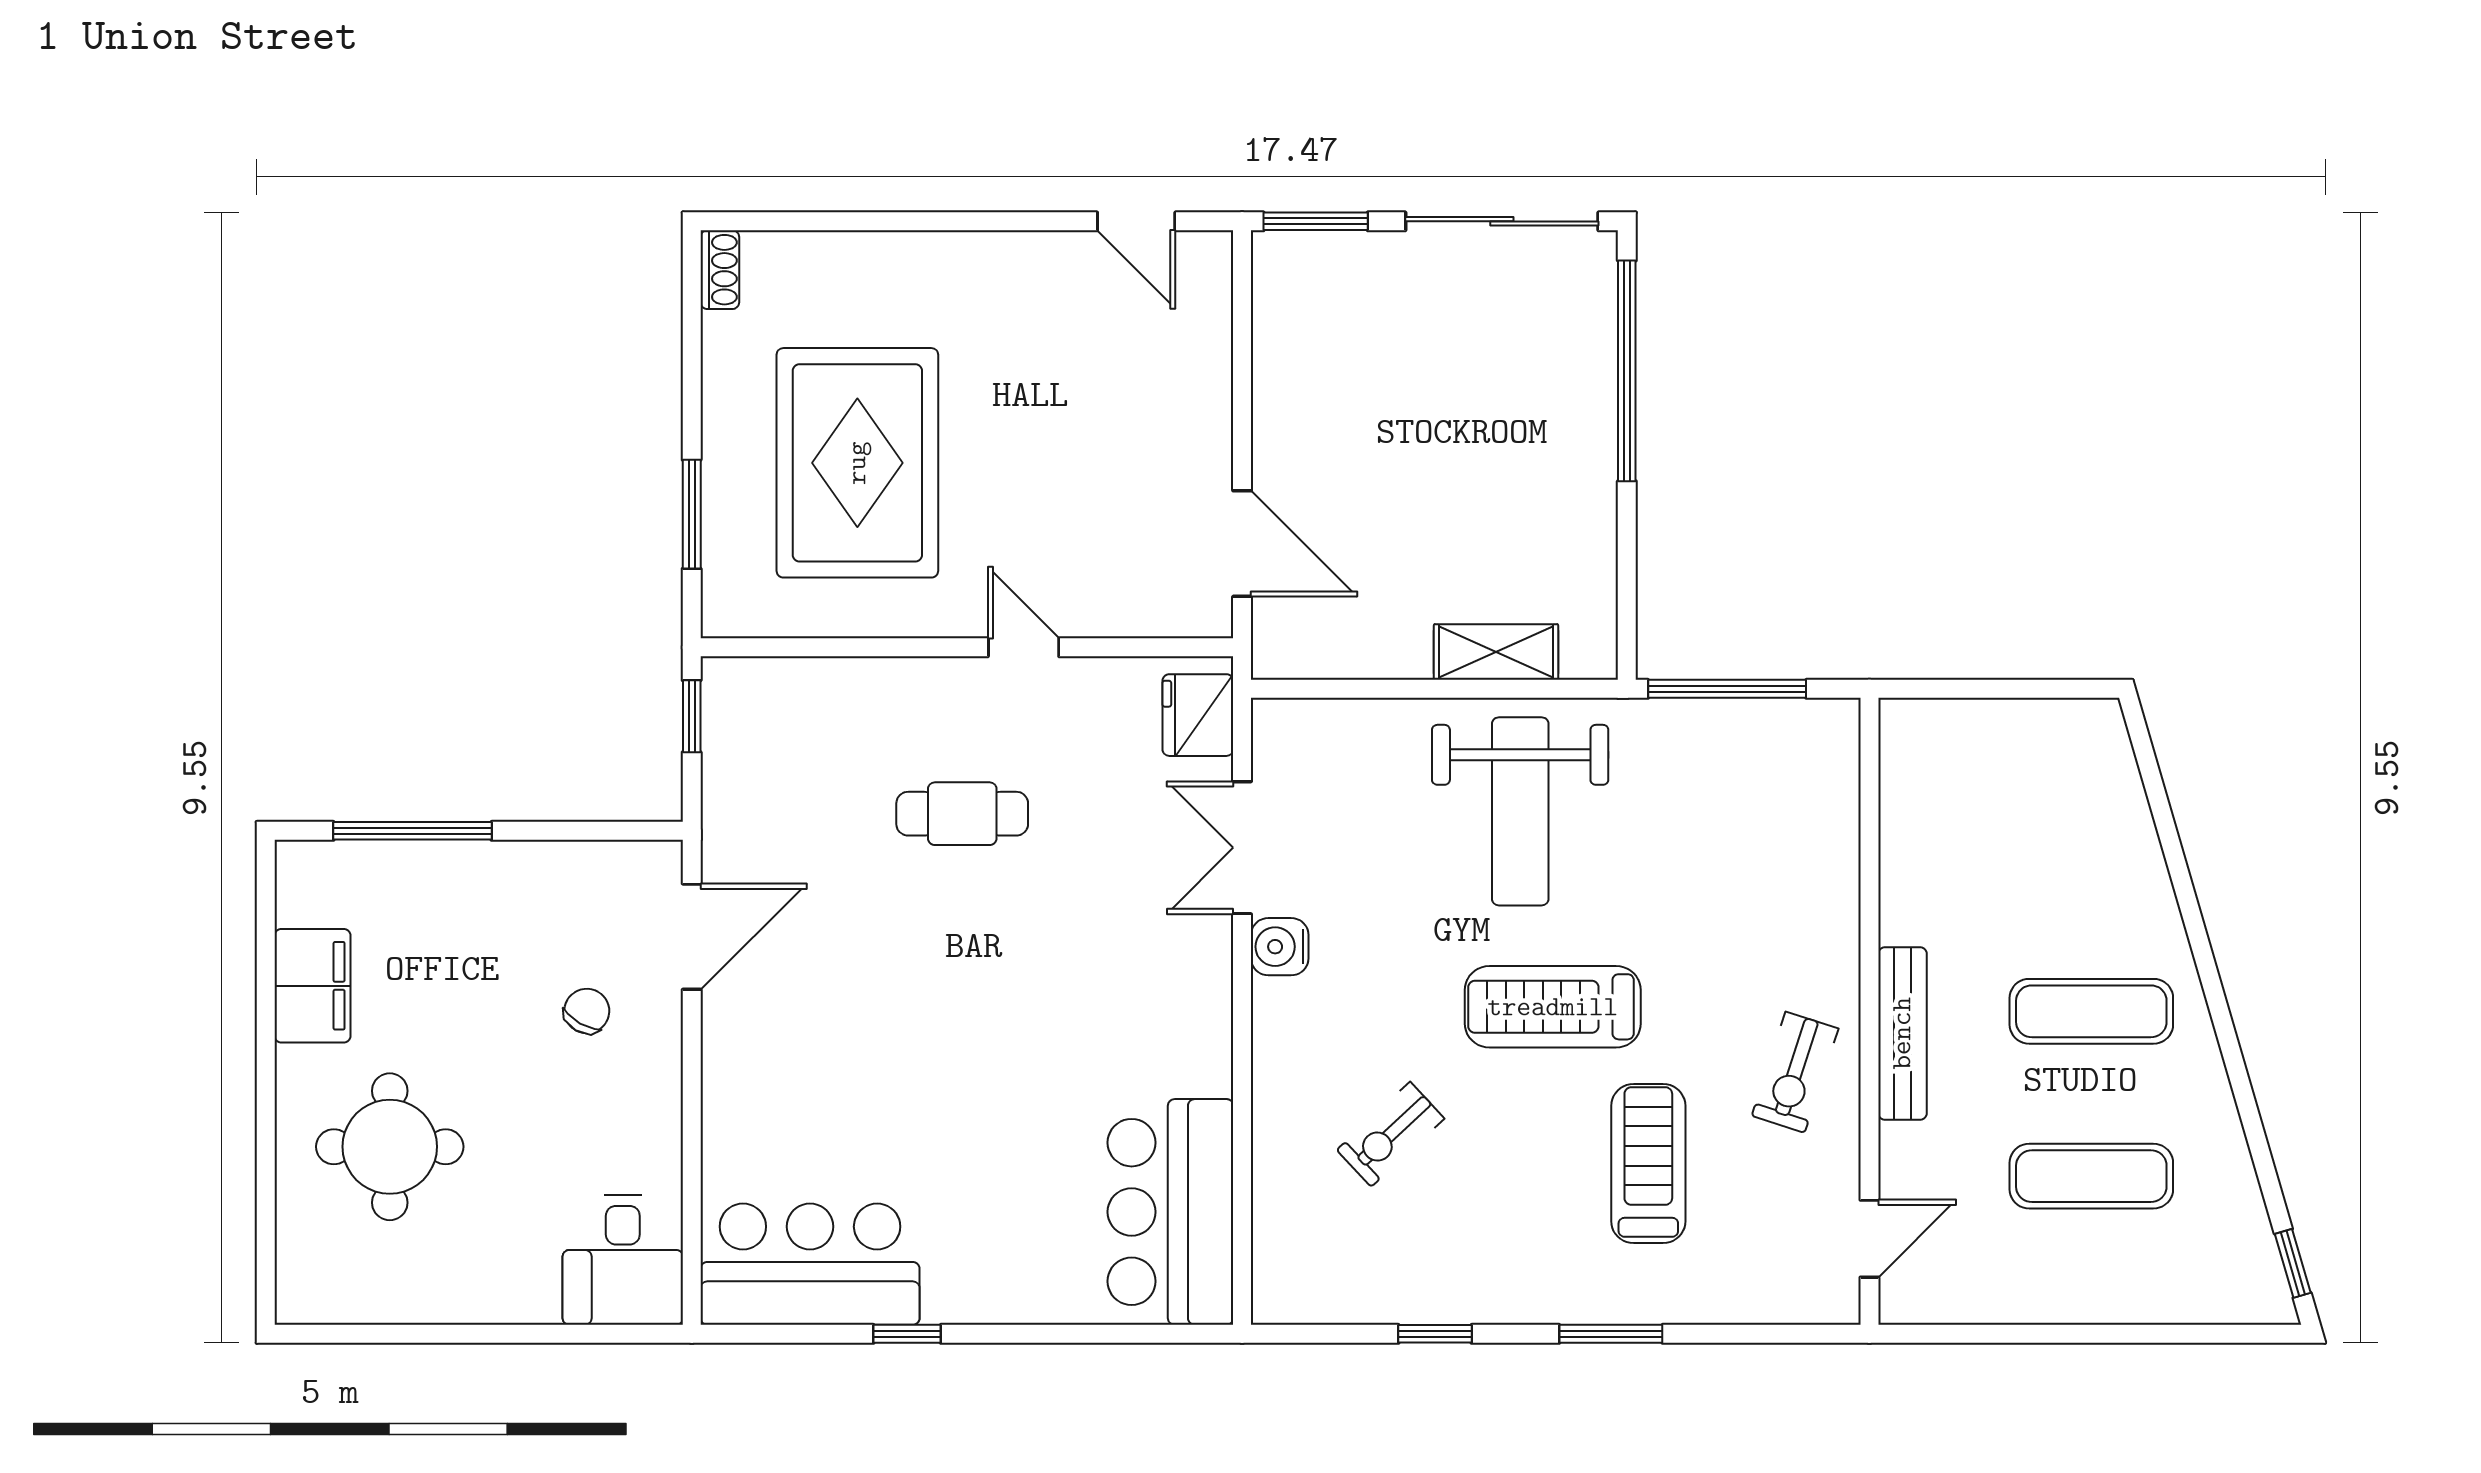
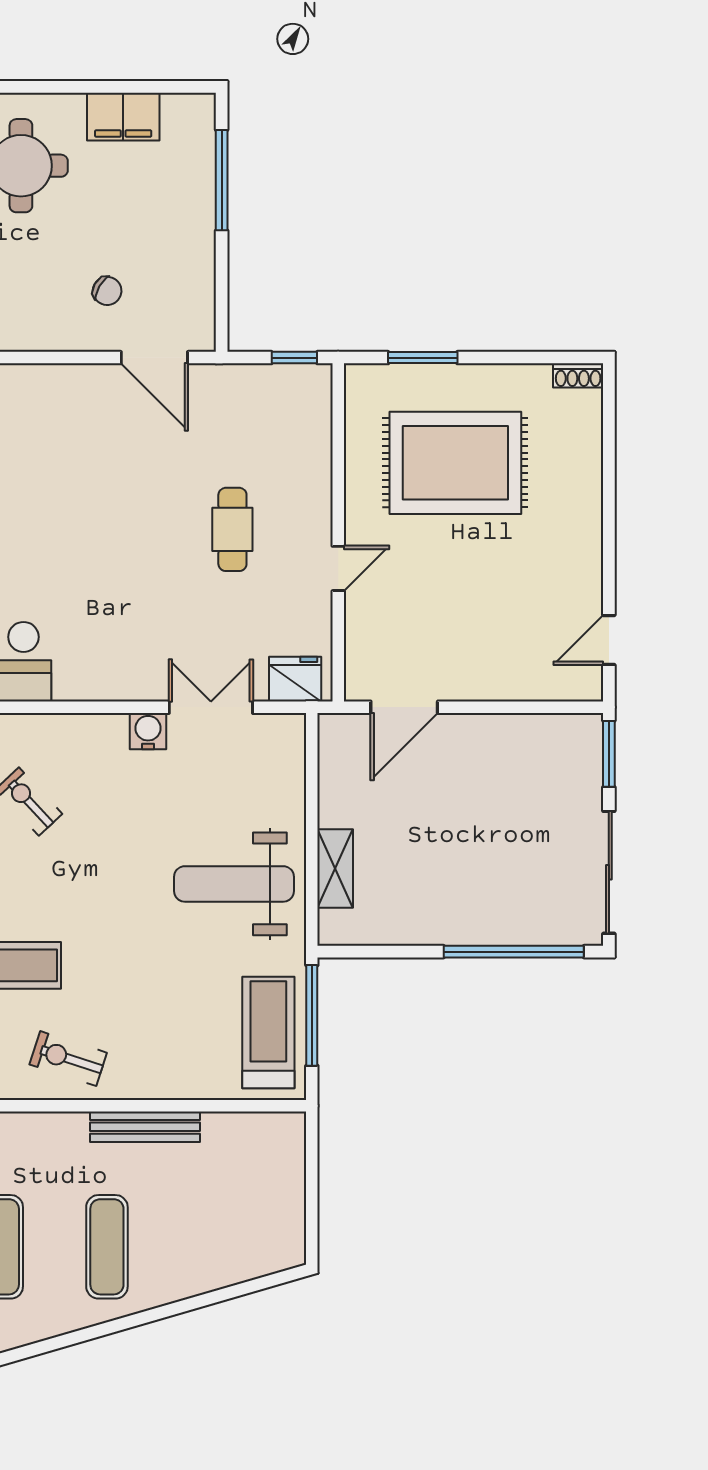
treadmill: (1553, 1007) -> (268, 1033), moved
bench: (1902, 1033) -> (145, 1127), moved

